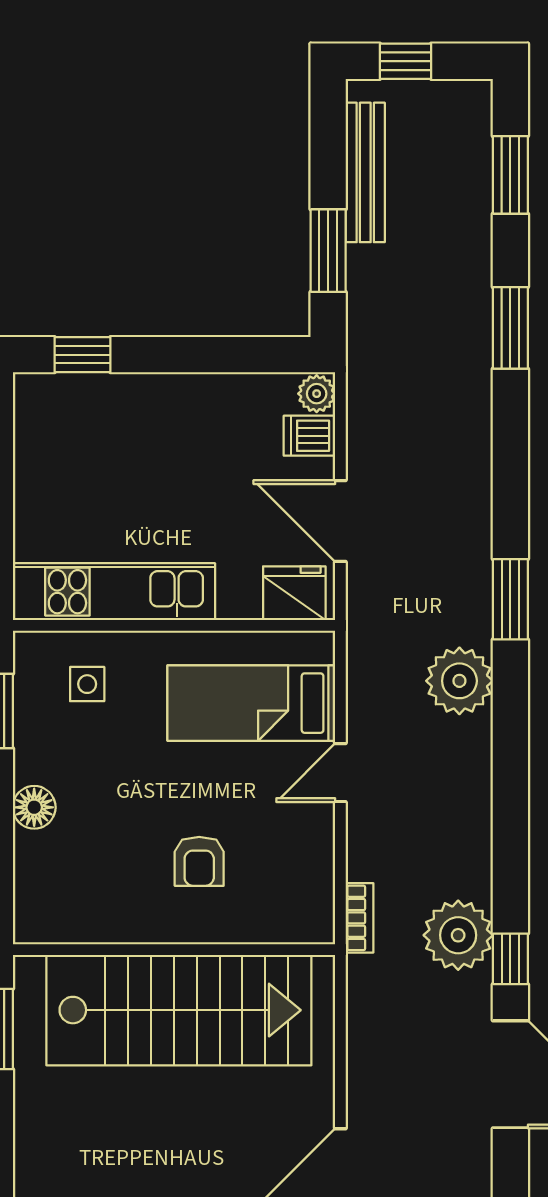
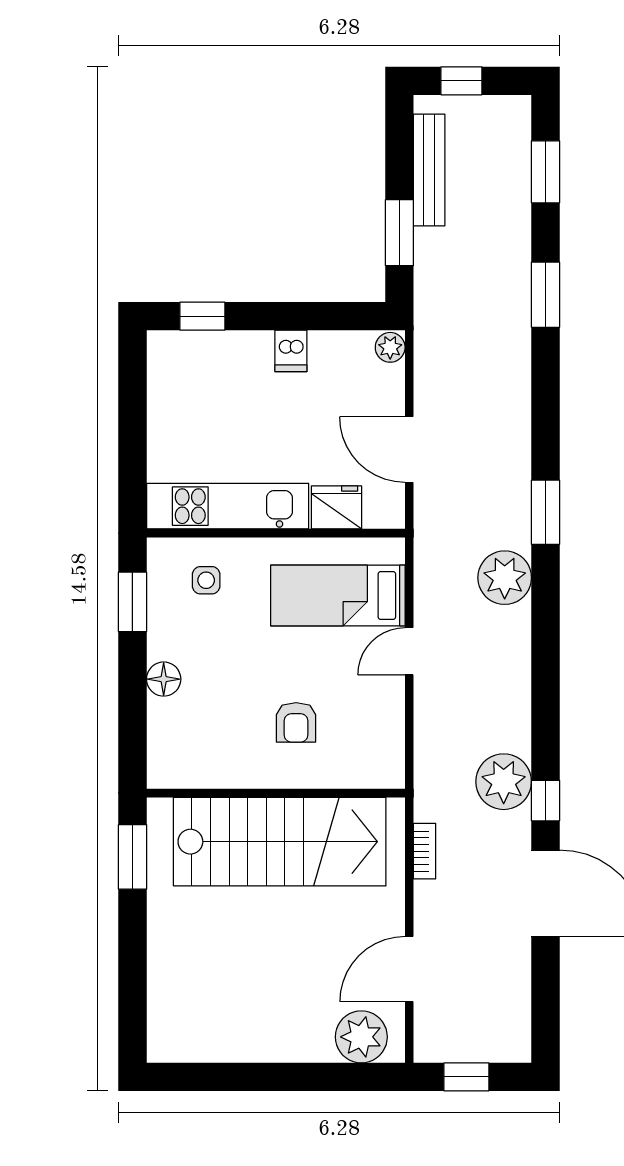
dishwasher: (309, 436) -> (291, 351), moved, turned -90
fridge: (294, 593) -> (337, 507), moved
bookcase: (360, 918) -> (425, 851), moved

